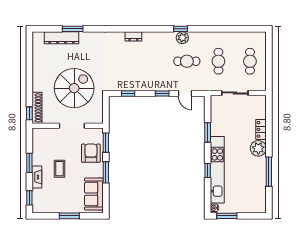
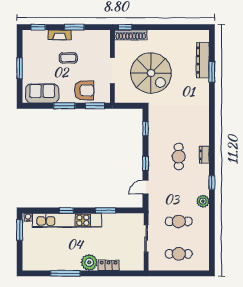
dresser: (133, 36) -> (204, 155), moved
plant: (182, 38) -> (203, 201), moved
cafe table: (187, 61) -> (179, 157), moved

